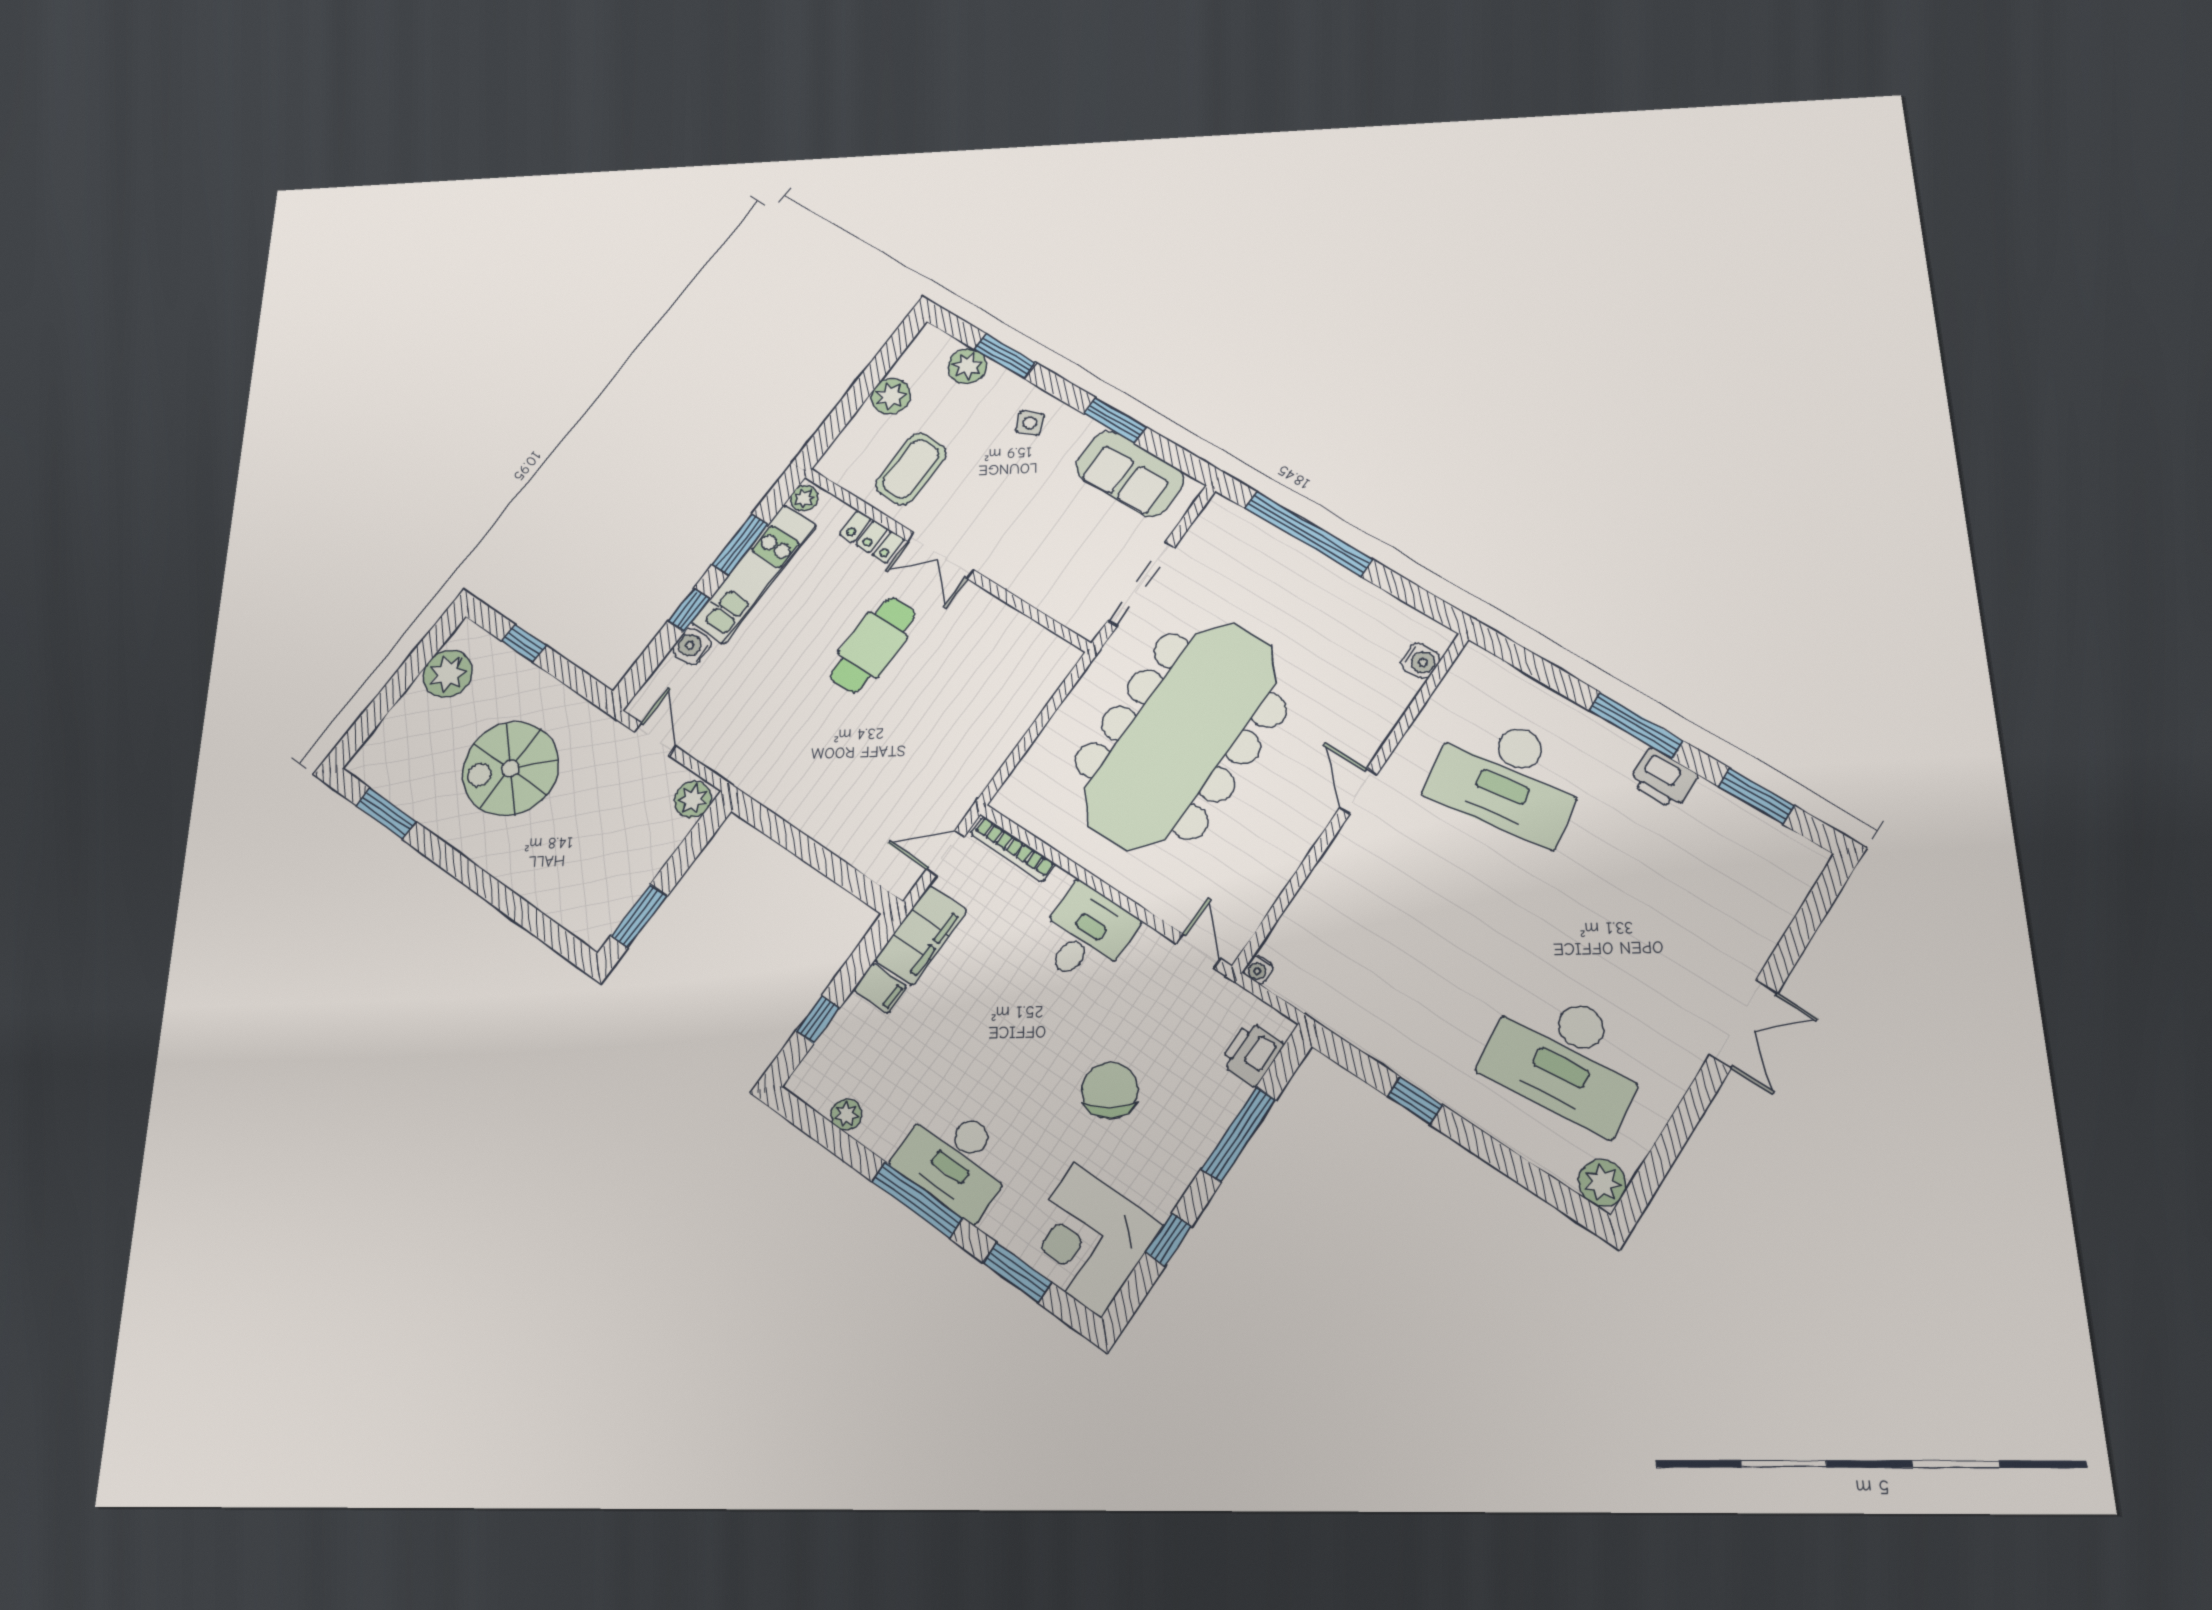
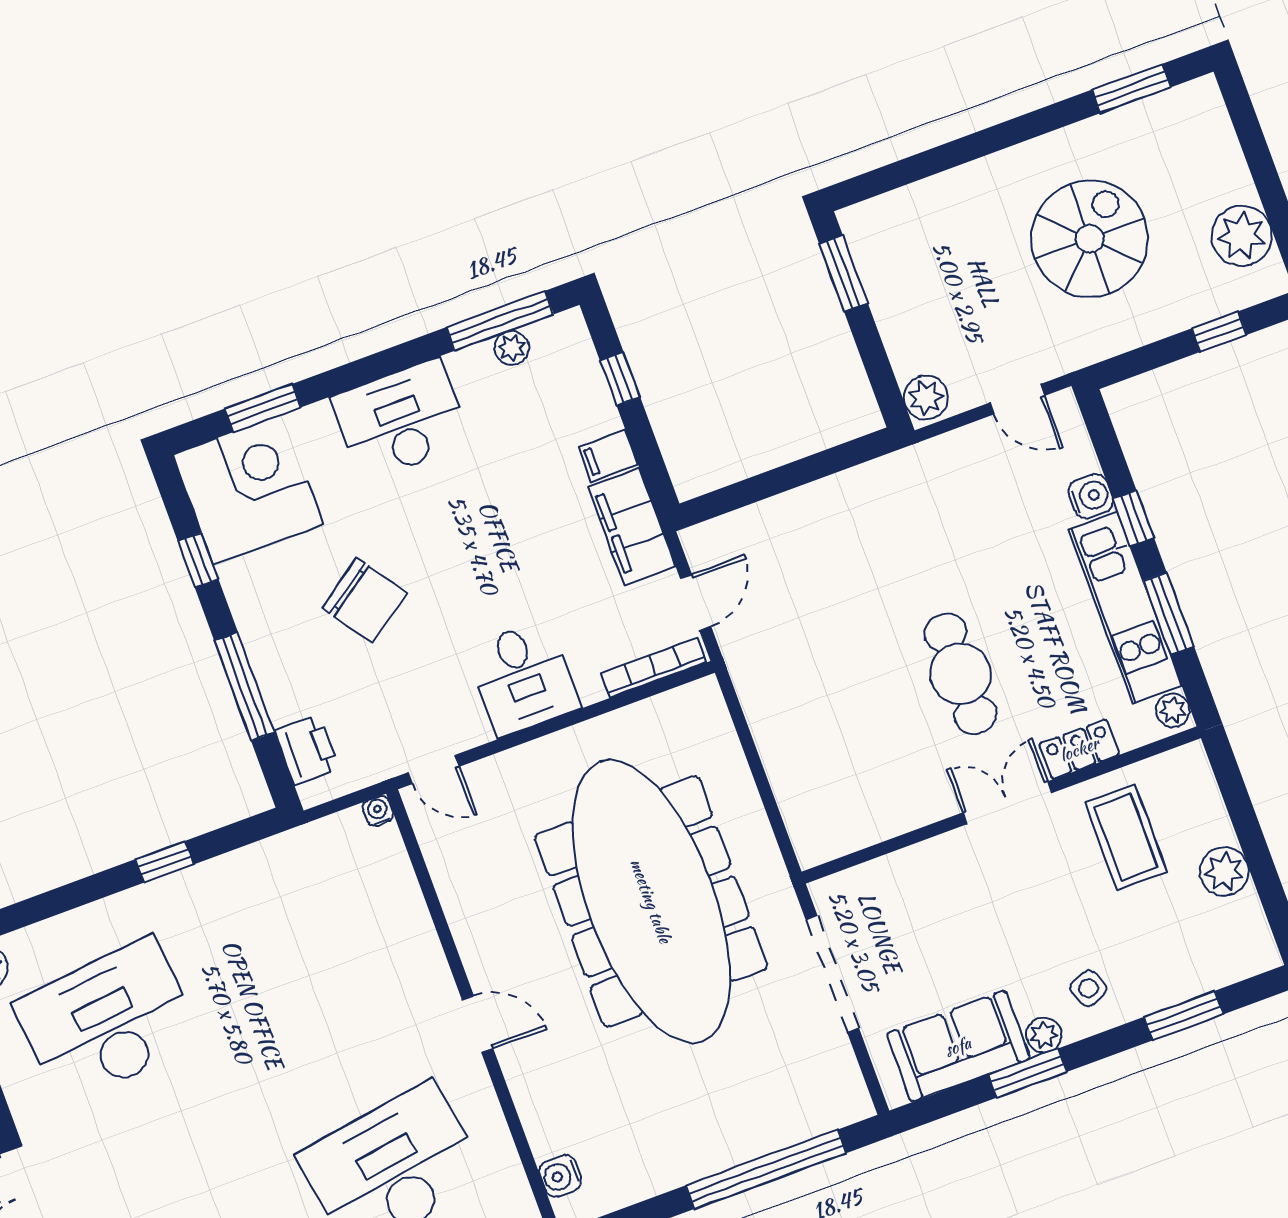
plant: (967, 366) -> (1044, 1035), moved, width x0.73, depth x0.73
window: (917, 1200) -> (500, 321), moved

